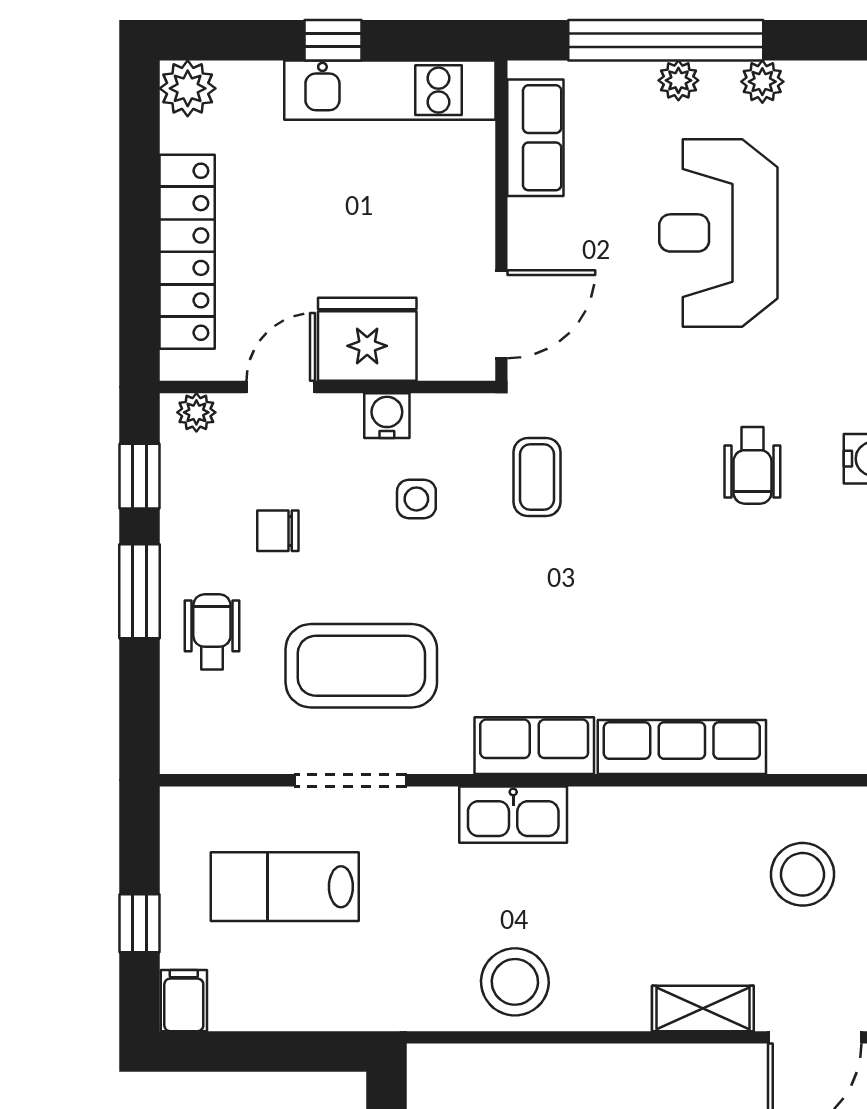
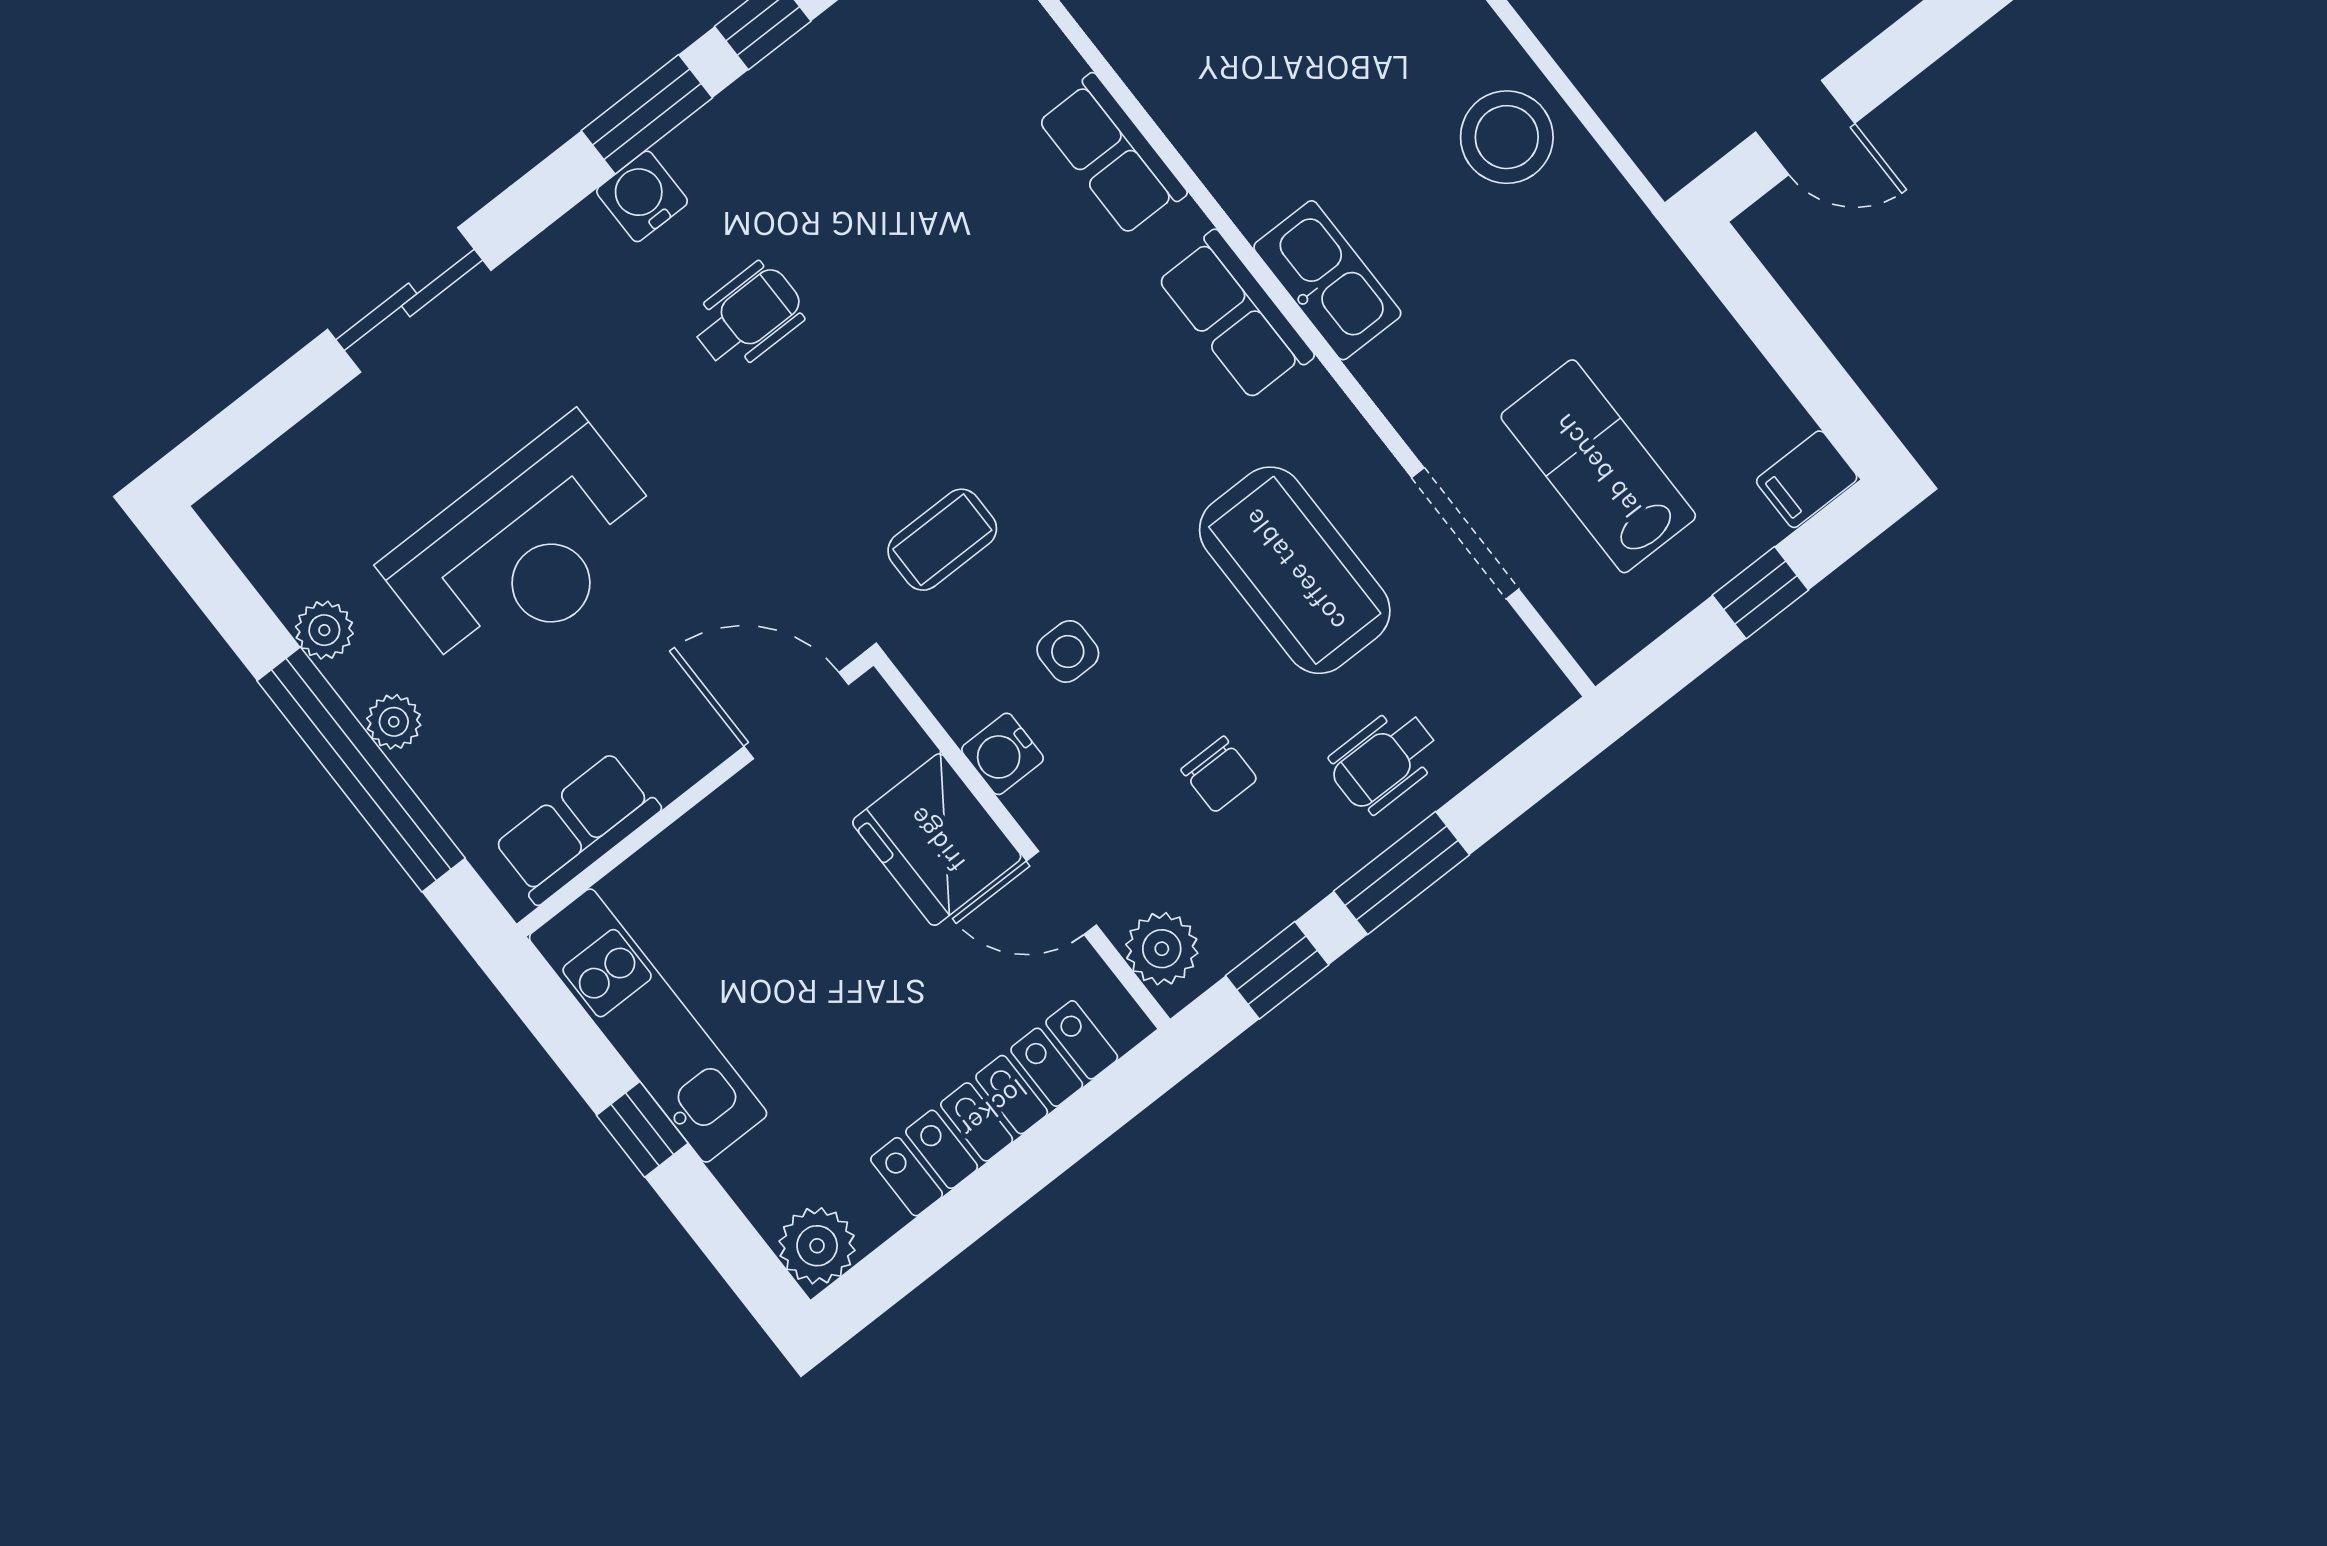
plant: (196, 412) -> (1162, 949), width x1.38, depth x1.38
row of seats: (682, 747) -> (1112, 155), width x0.68
doorway: (351, 780) -> (1465, 533), moved
lab bench: (285, 887) -> (1598, 466), turned 180

